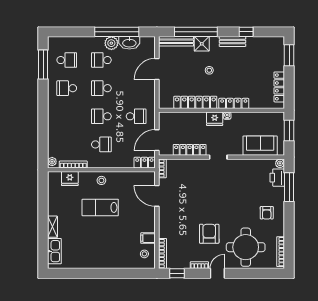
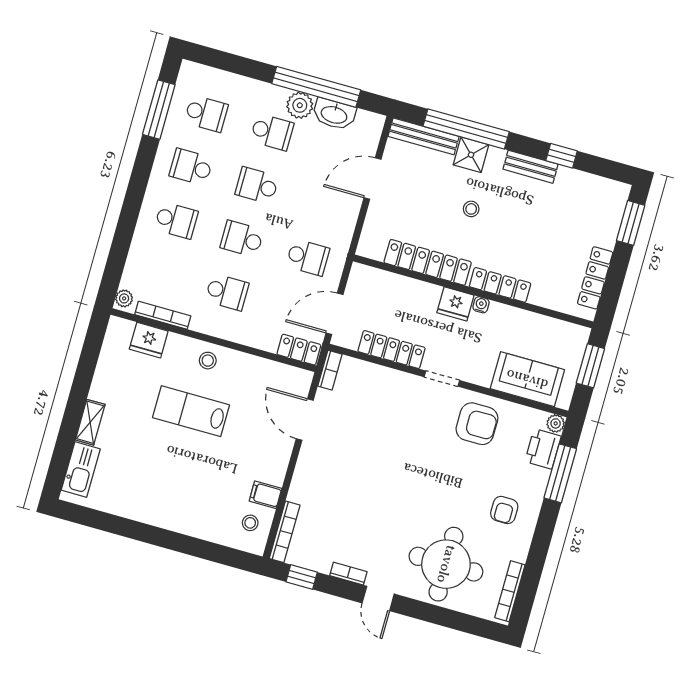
school desk: (101, 60) -> (272, 132), turned 180
school desk: (67, 116) -> (176, 220), added
armchair: (209, 234) -> (477, 424), moved, turned 90
door: (217, 273) -> (378, 599), swing flipped

